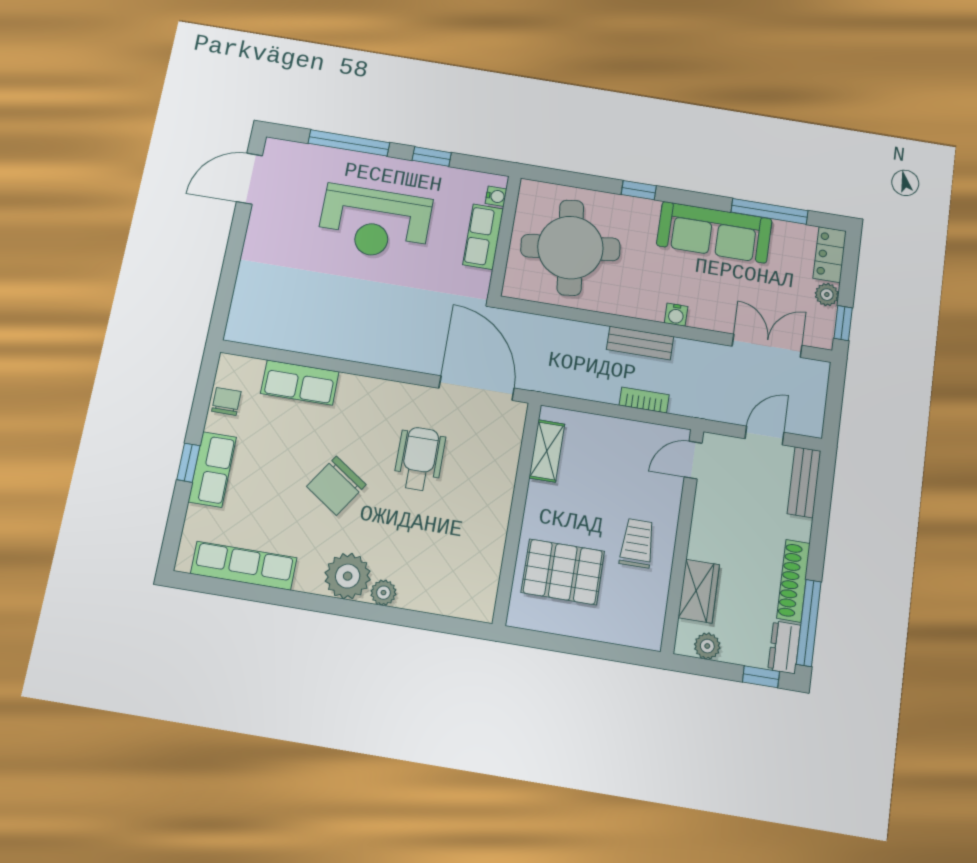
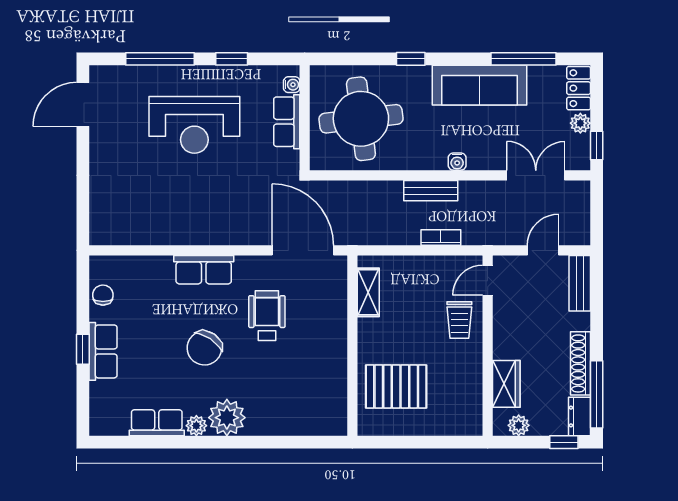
row of seats: (300, 383) -> (204, 270), moved
trolley: (637, 543) -> (459, 320), moved, turned 180
row of seats: (244, 566) -> (157, 423), width x0.68
plant: (383, 593) -> (196, 426), moved

